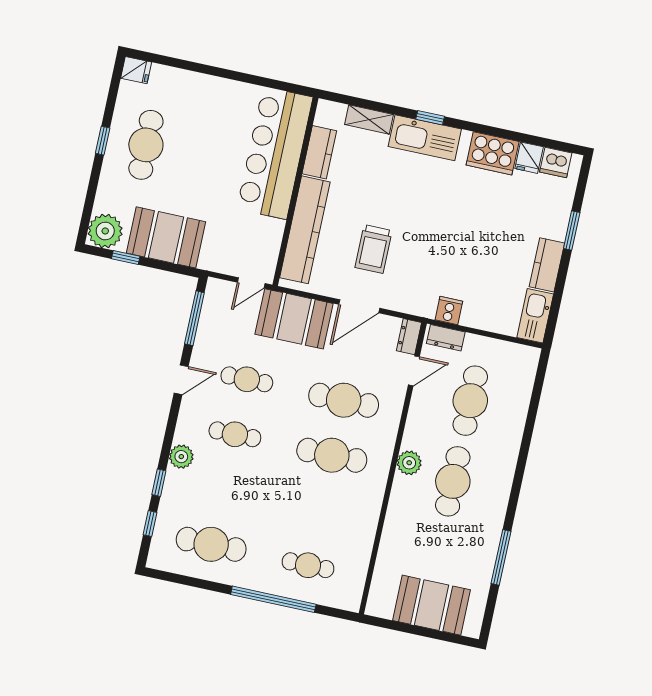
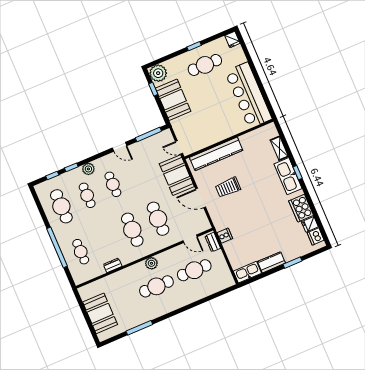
kitchen counter: (319, 152) -> (252, 137), removed
bar counter: (275, 153) -> (248, 95), moved, turned -90
dresser: (409, 337) -> (113, 265), moved
cafe table: (247, 379) -> (87, 195), moved

